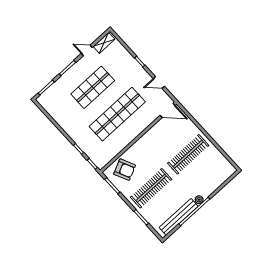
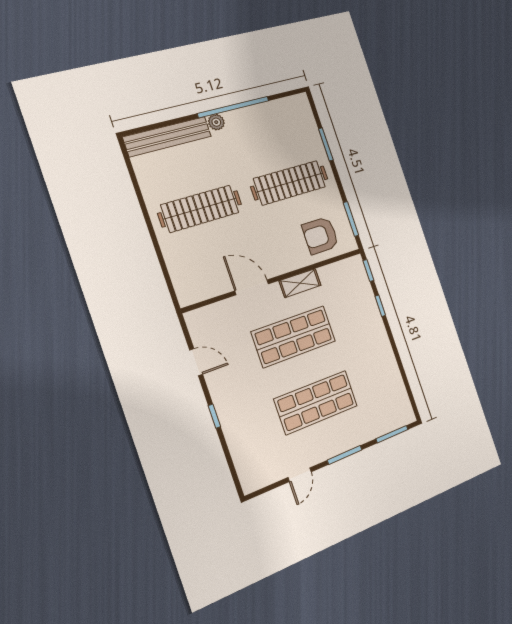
shelving: (104, 43) -> (300, 283), moved
door: (87, 50) -> (300, 475), hinge flipped
door: (168, 110) -> (252, 287), moved
shop shelf: (117, 114) -> (294, 337), width x0.71
armchair: (125, 170) -> (320, 236), turned -65
bench: (179, 217) -> (168, 137), moved

